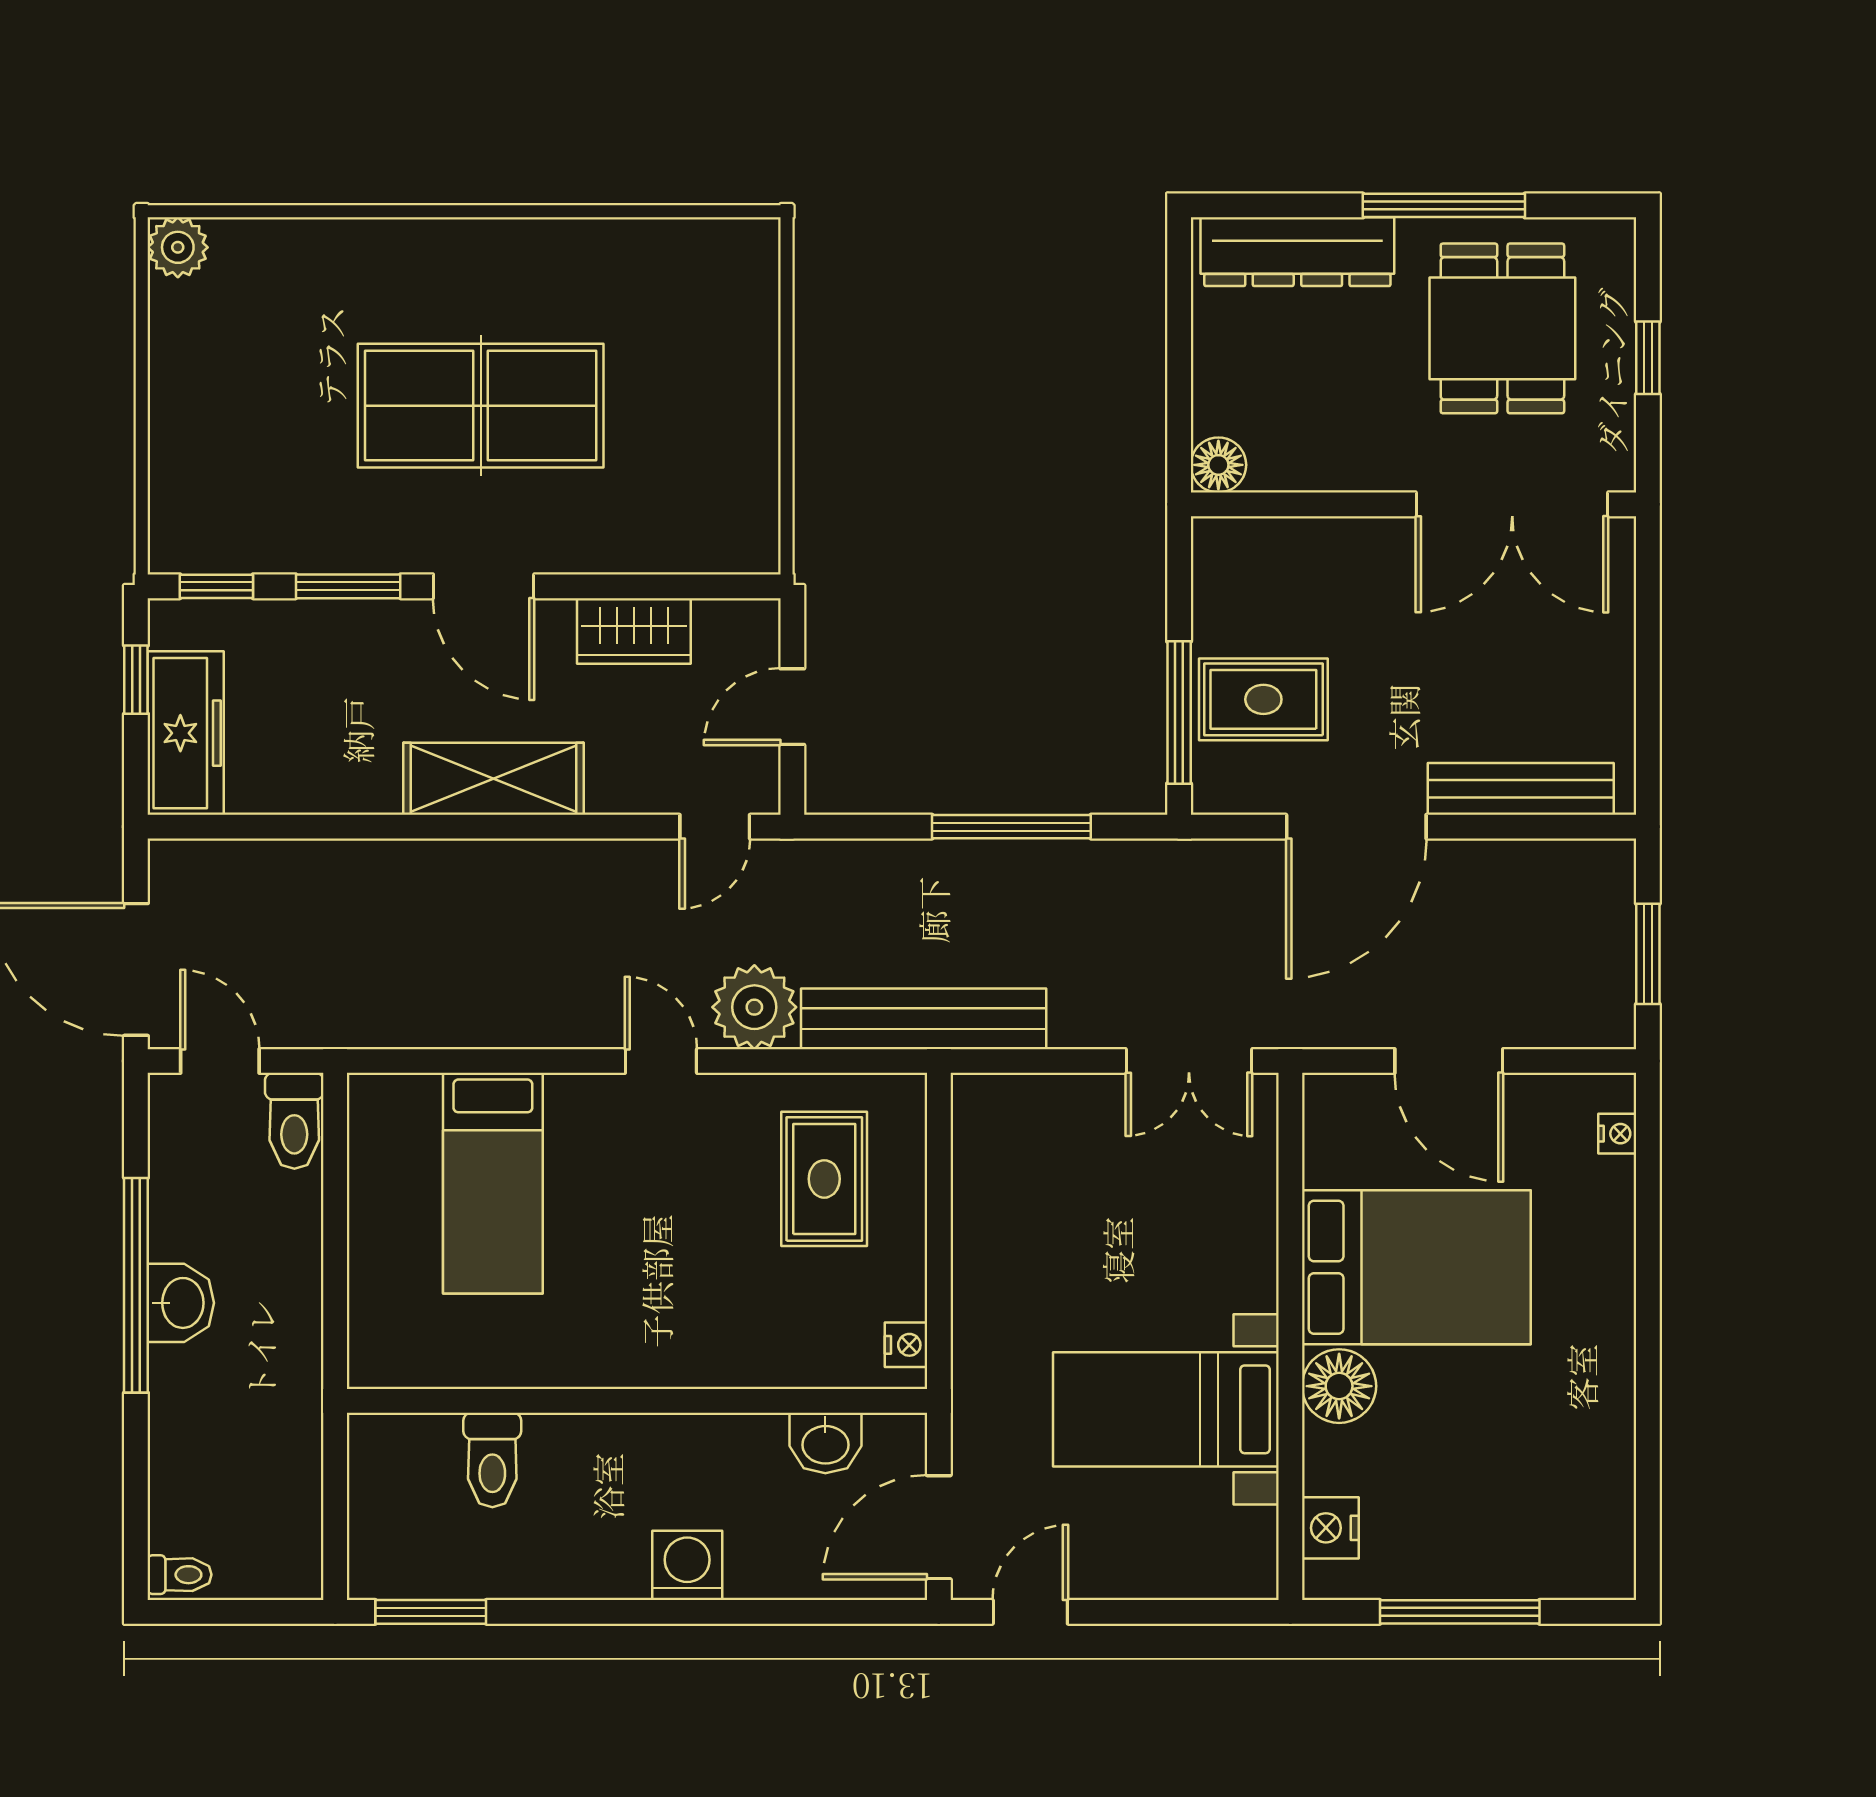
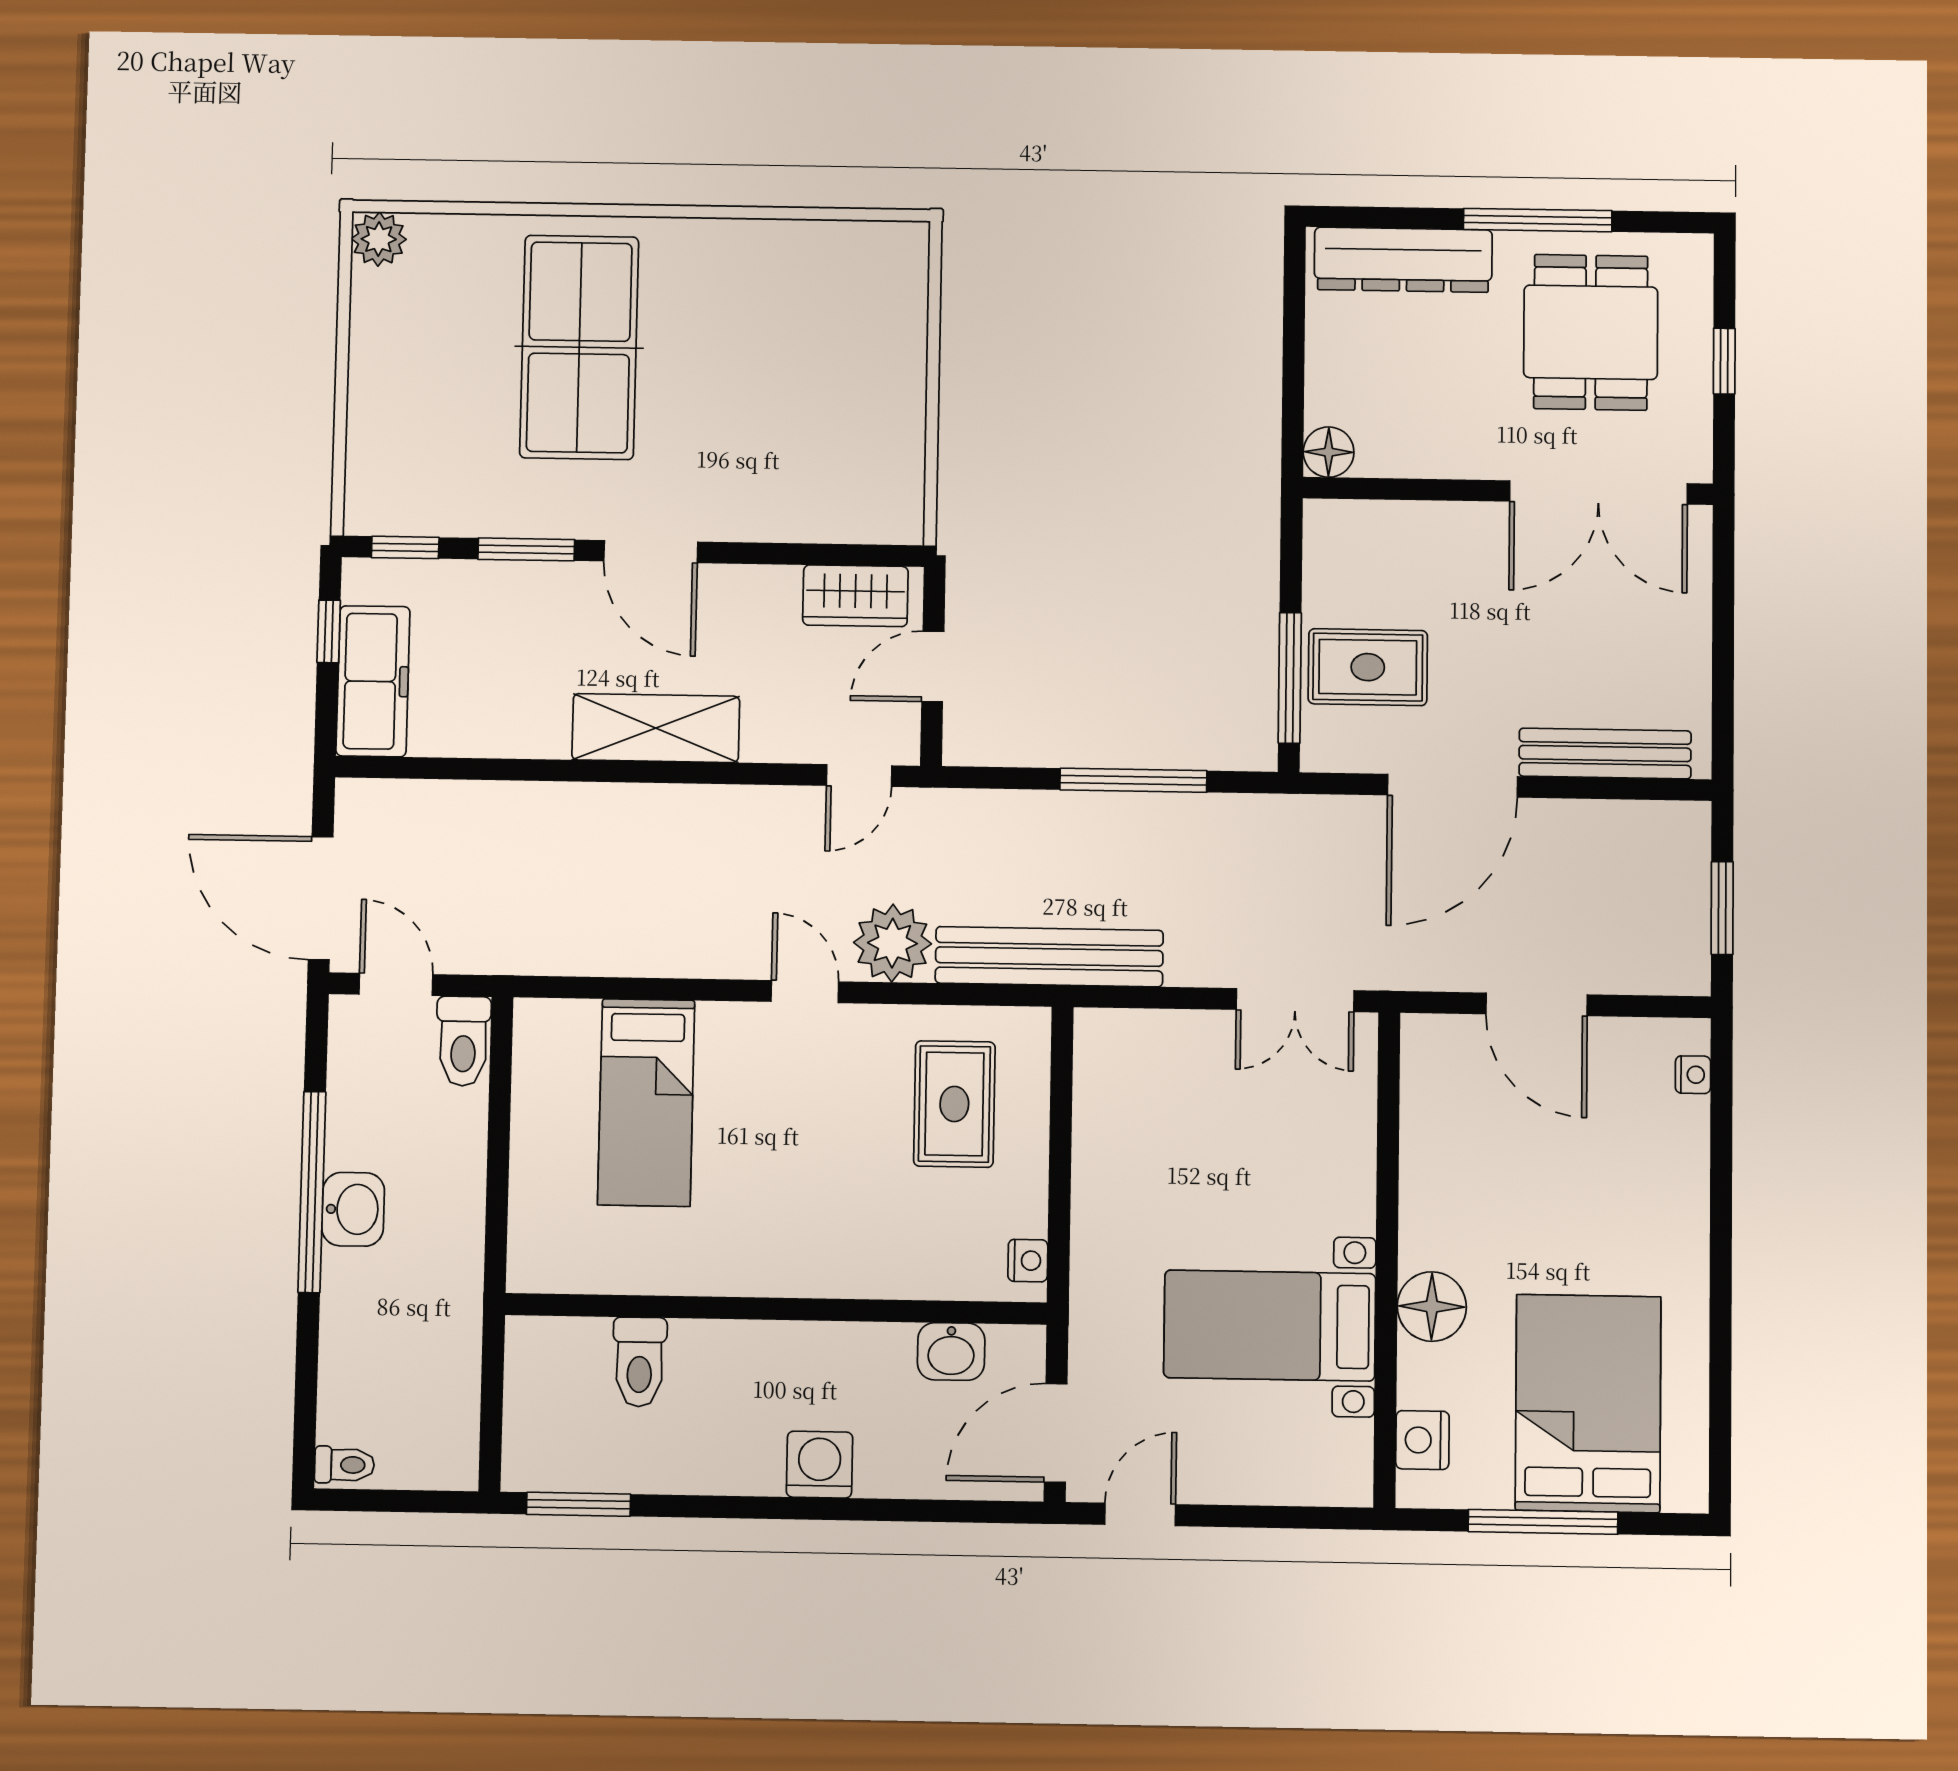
table tennis table: (481, 406) -> (579, 347), moved, turned 90
wardrobe: (634, 631) -> (855, 596), moved
bed: (1416, 1267) -> (1588, 1403), moved, turned -90

